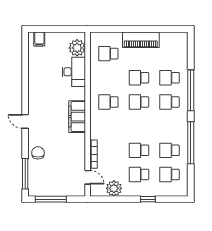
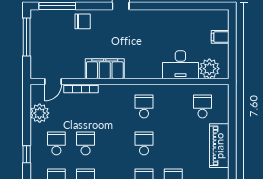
filing cabinet: (39, 39) -> (220, 37), moved
school desk: (139, 78) -> (173, 143), removed
filing cabinet: (77, 117) -> (105, 69), moved

